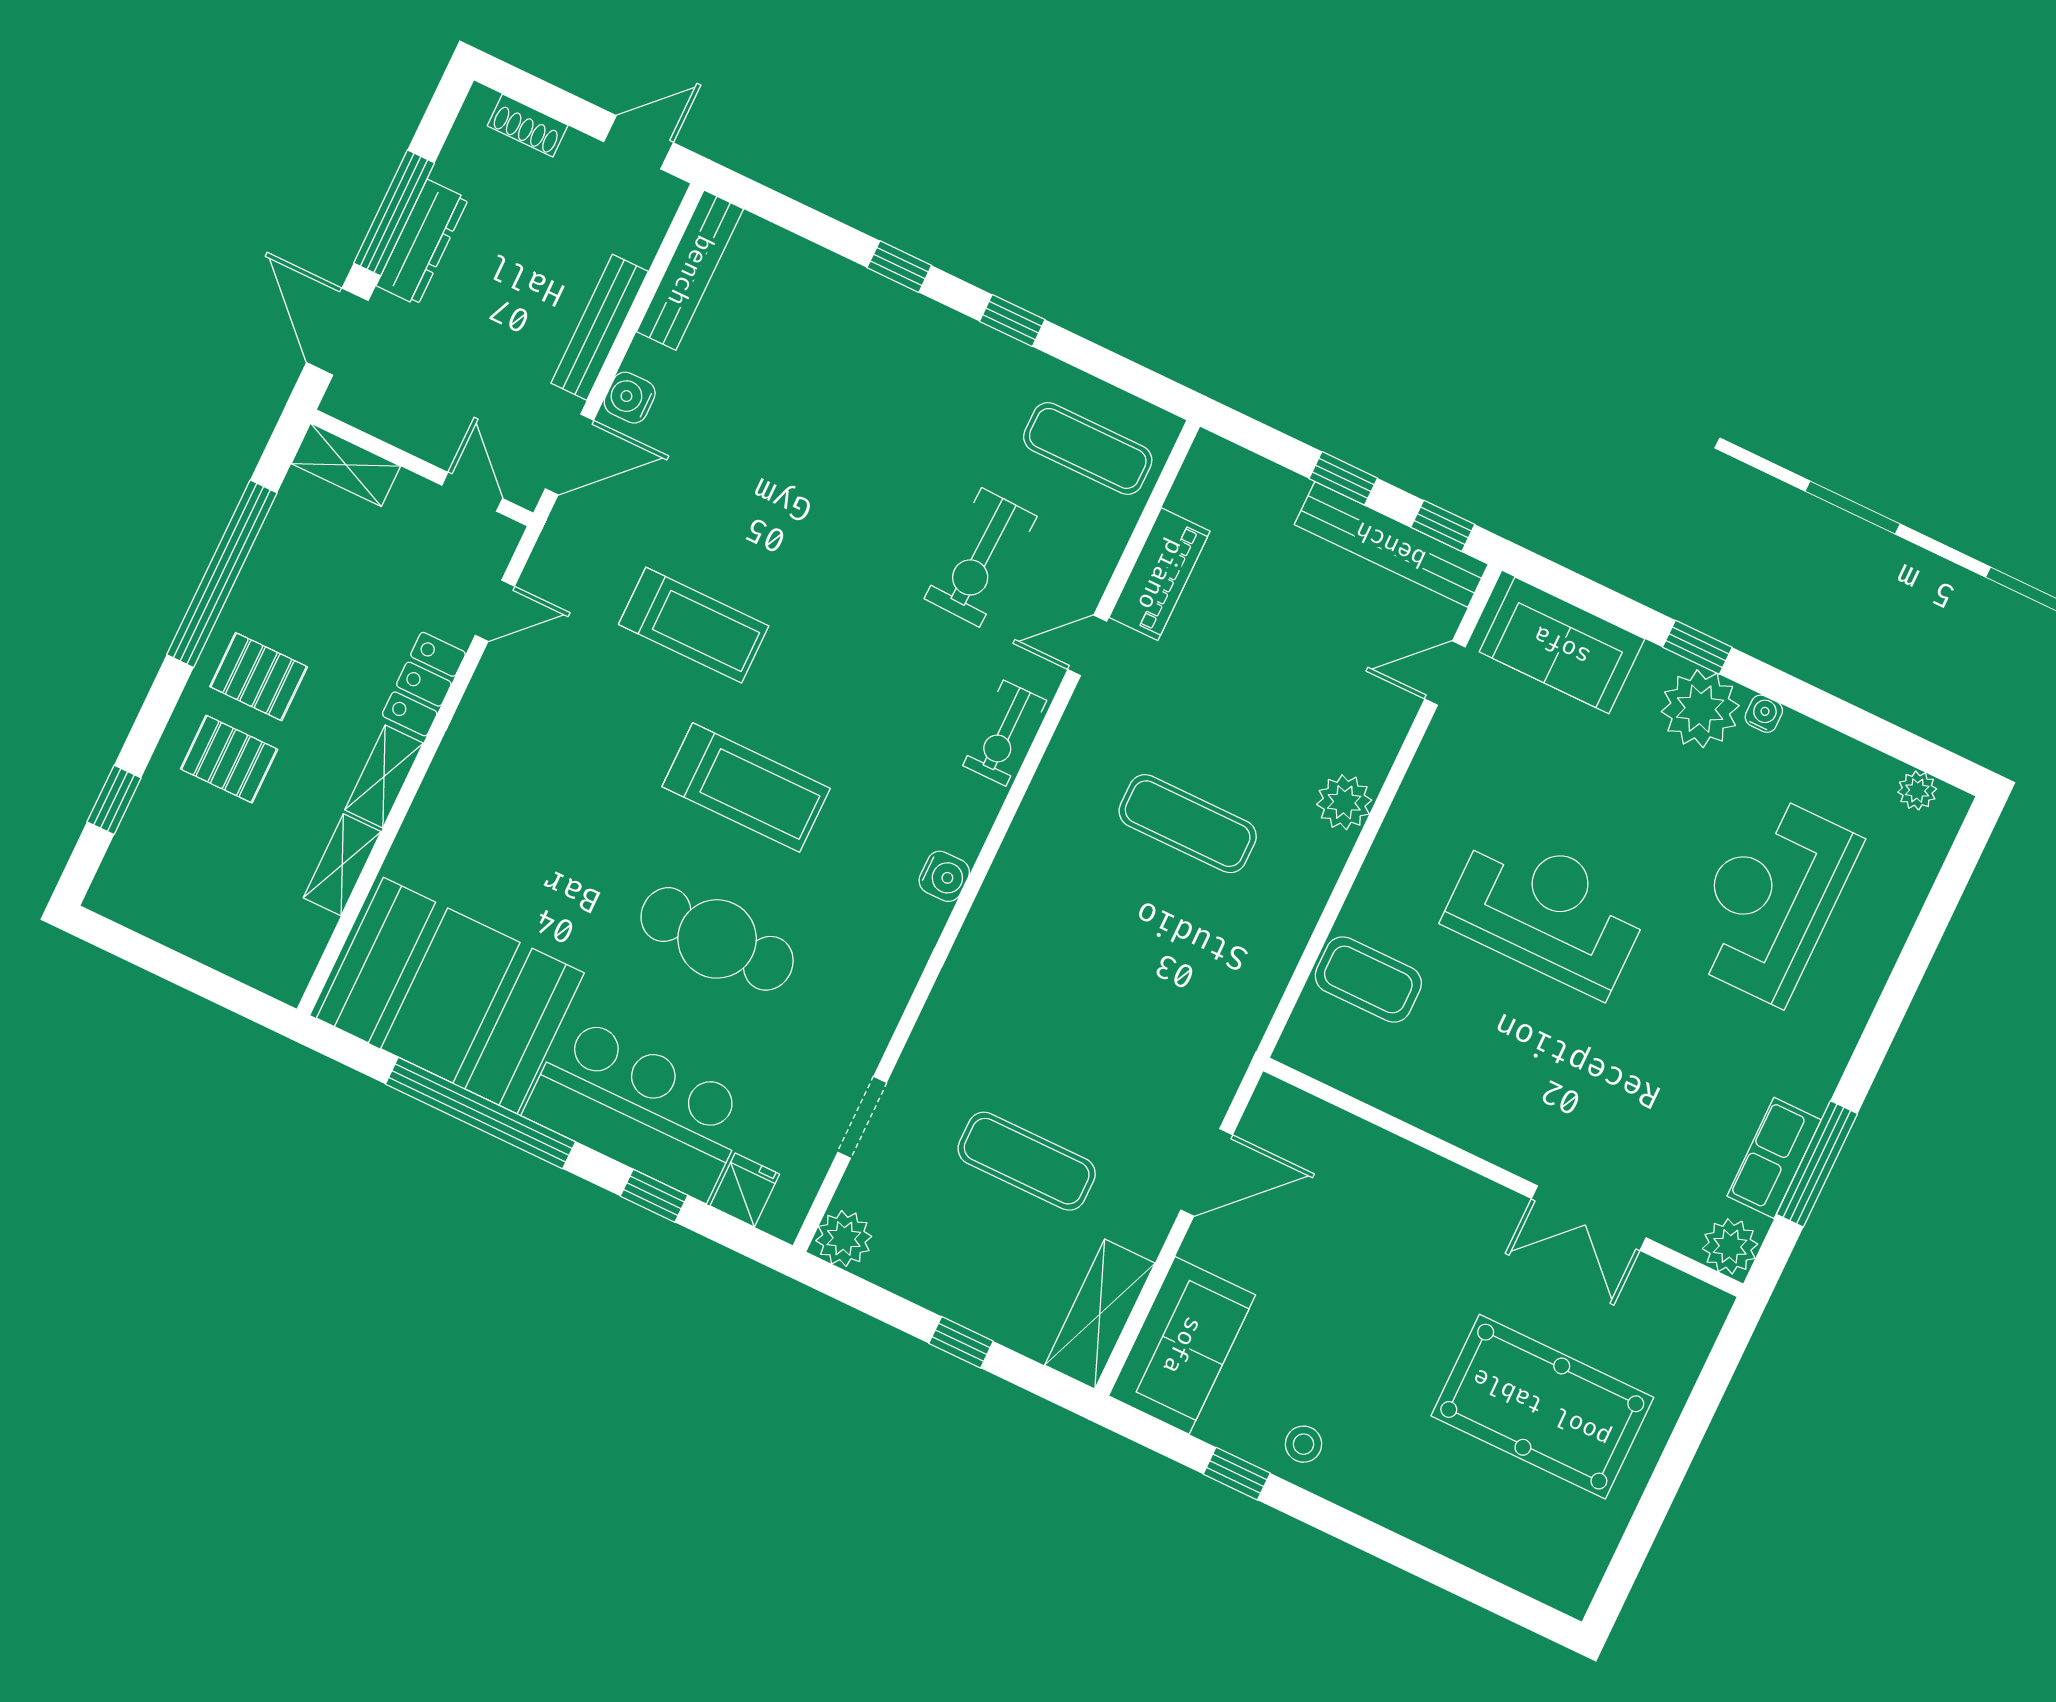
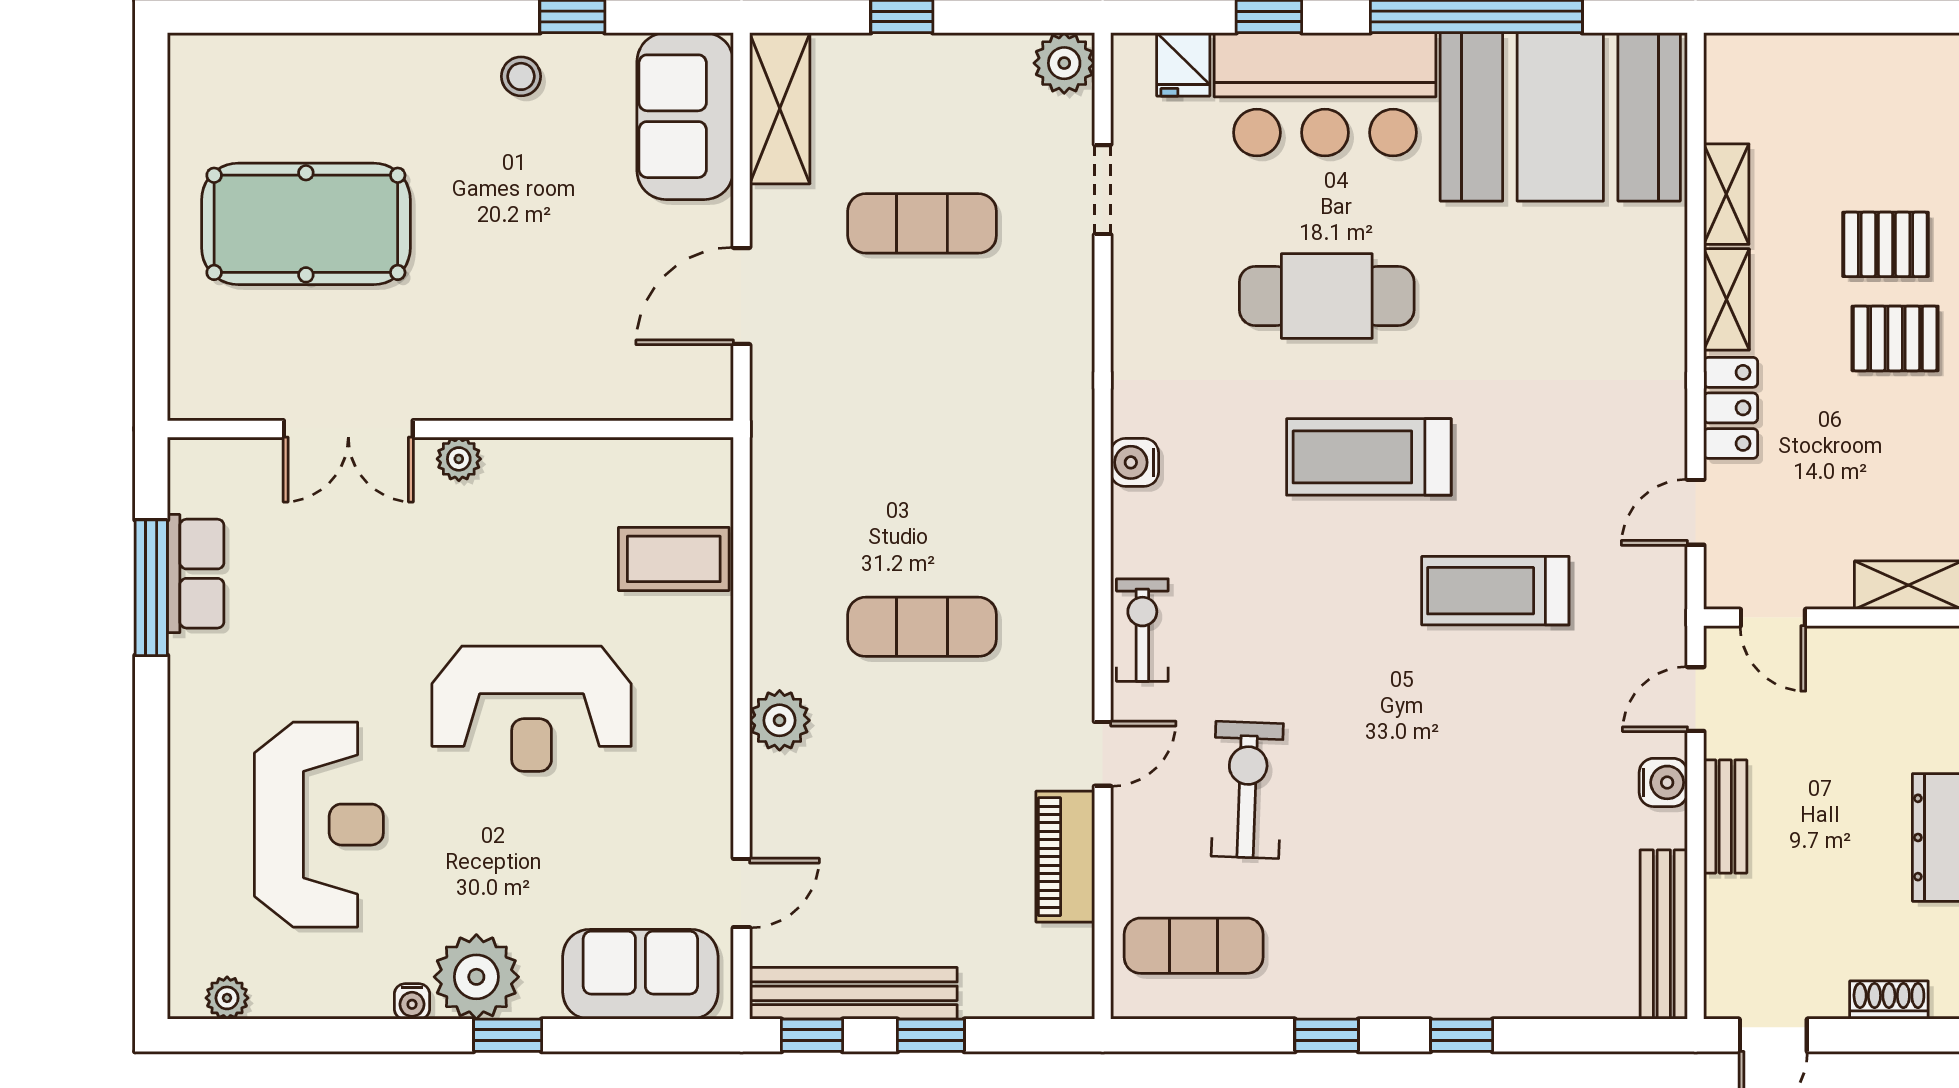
bench: (600, 327) -> (1725, 817), width x0.73
door: (569, 454) -> (1696, 699), width x0.73
double door: (1589, 1218) -> (348, 429), swing flipped
plant: (1730, 1246) -> (459, 459), moved, width x0.73, depth x0.73

